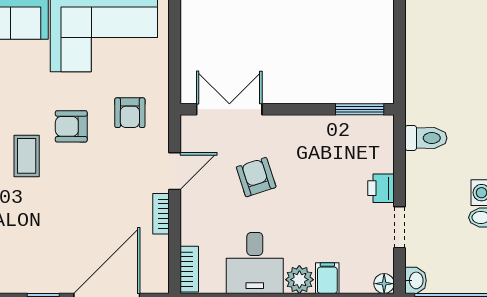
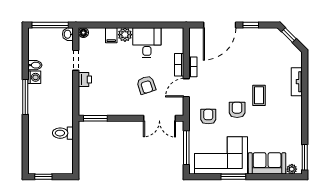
window: (175, 49) -> (186, 148), added
armchair: (71, 126) -> (237, 110), turned -90
toilet: (426, 138) -> (63, 133), moved
bookcase: (189, 269) -> (179, 65), moved

